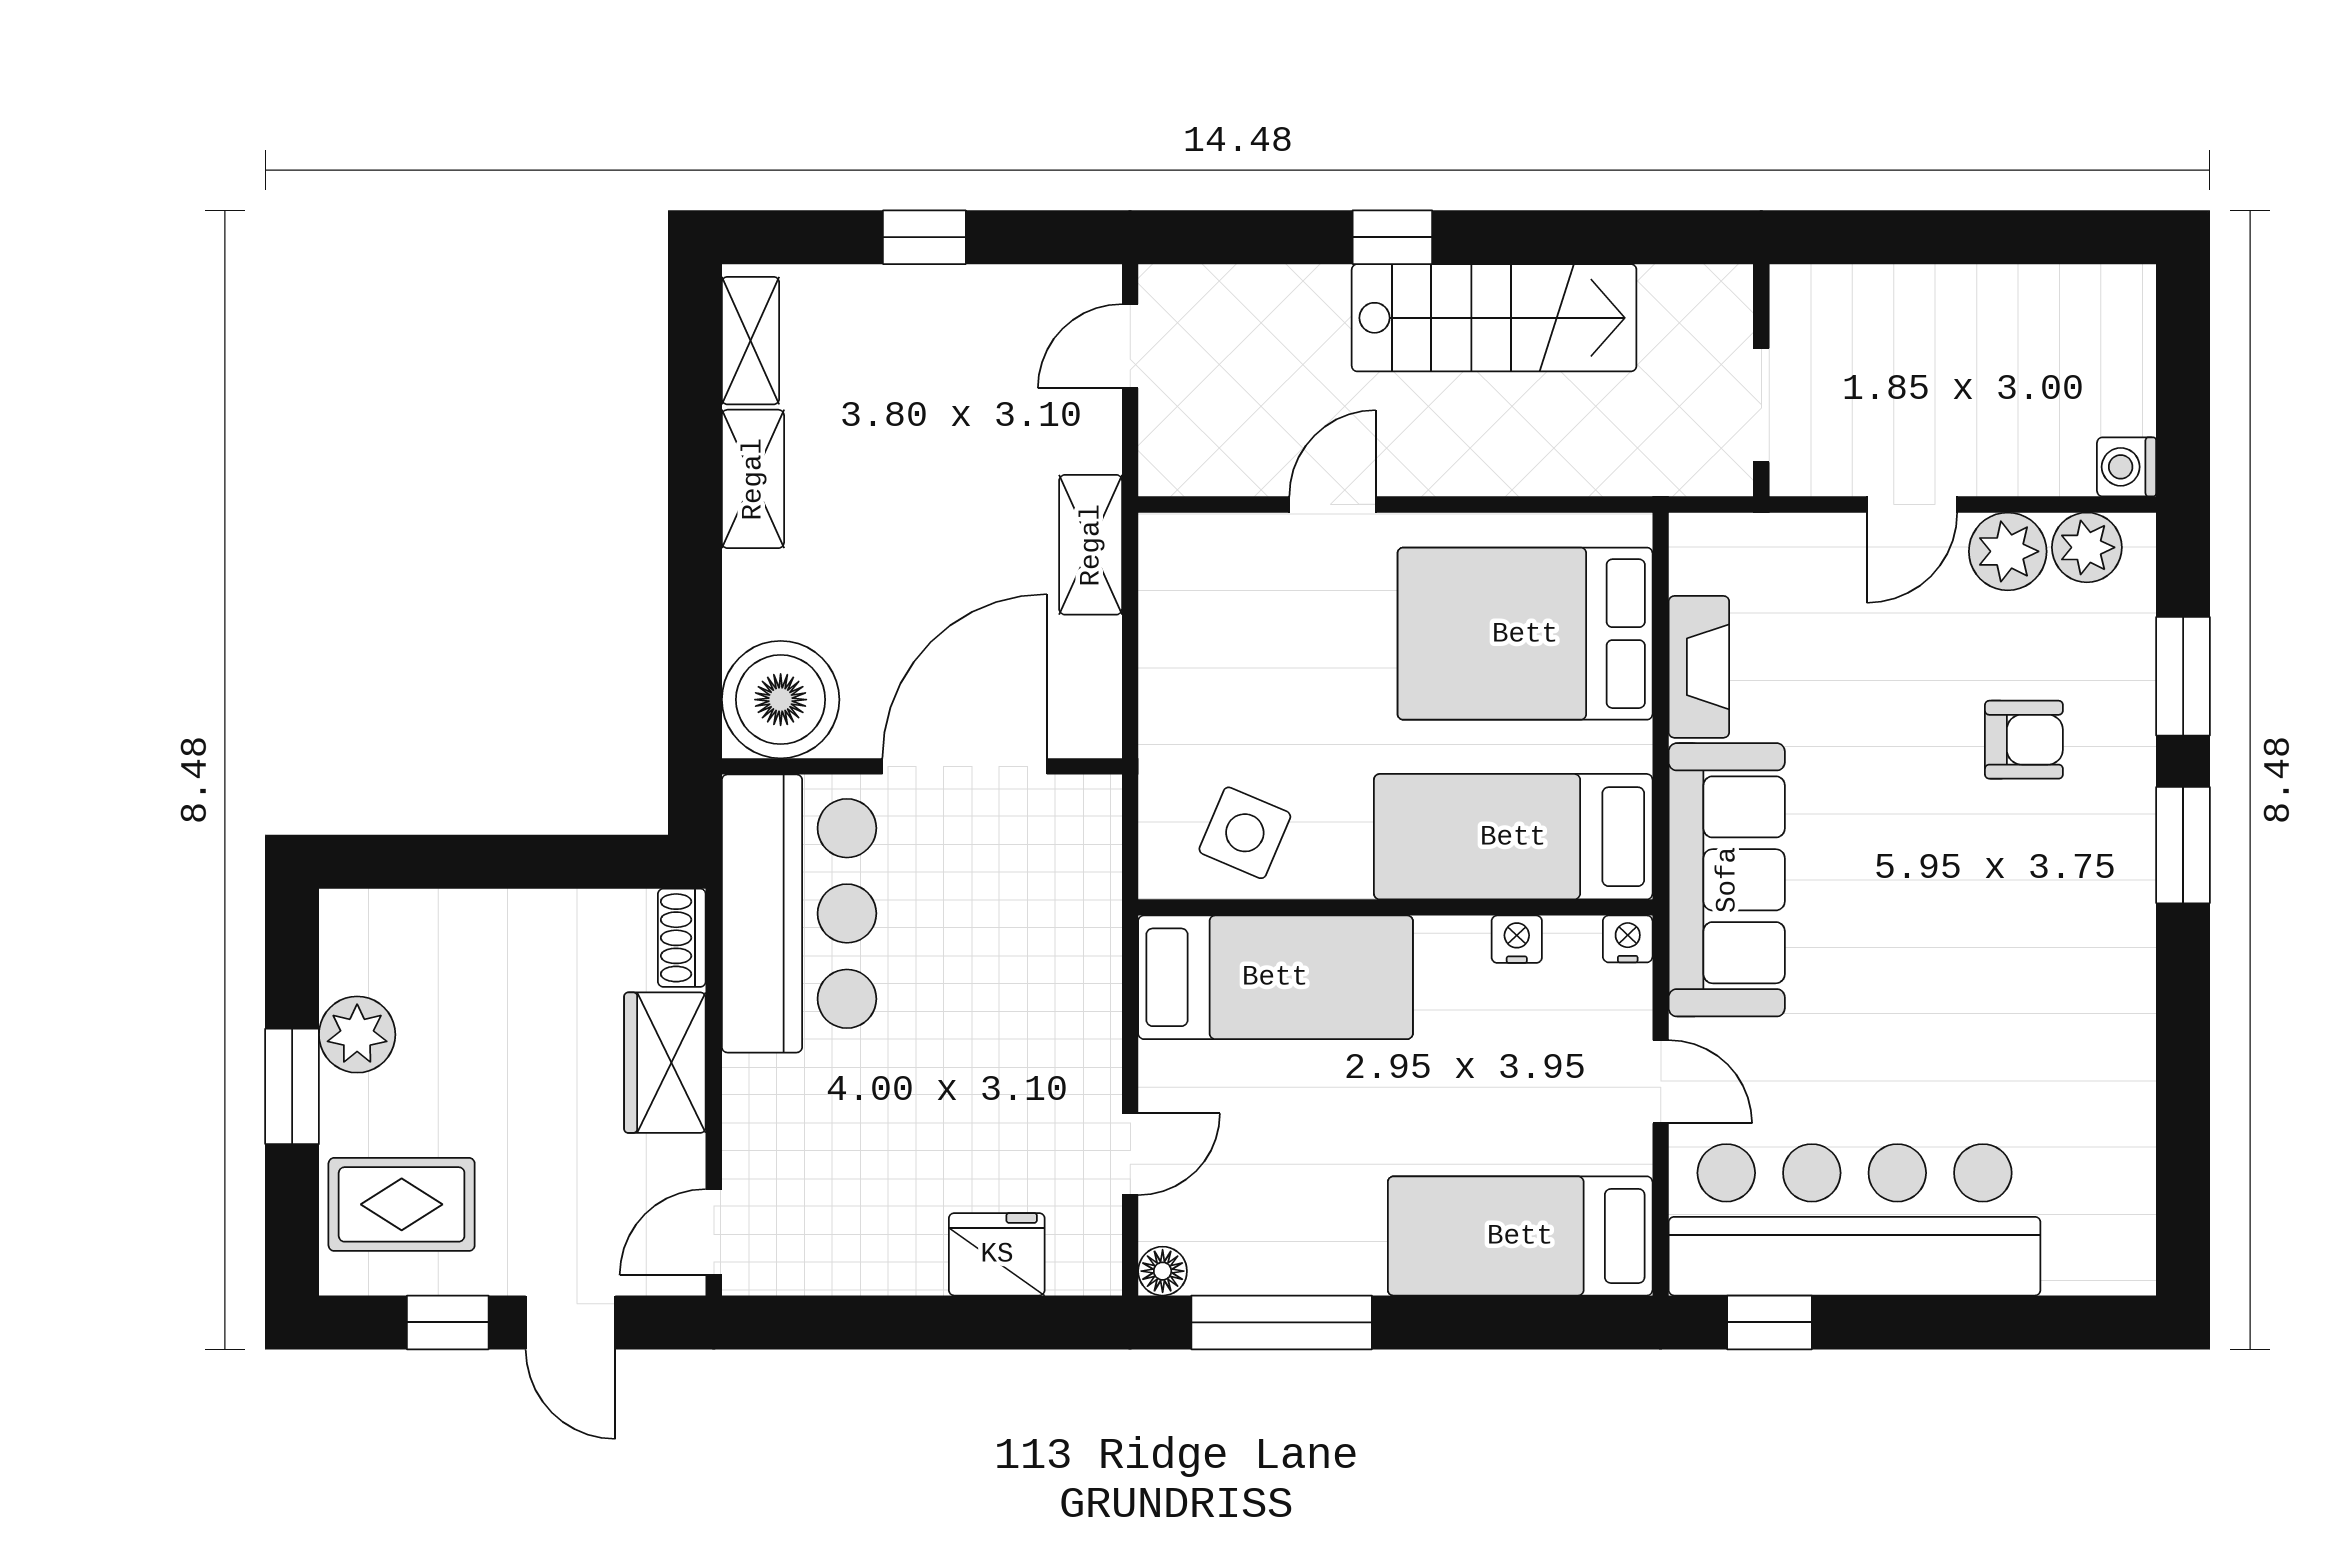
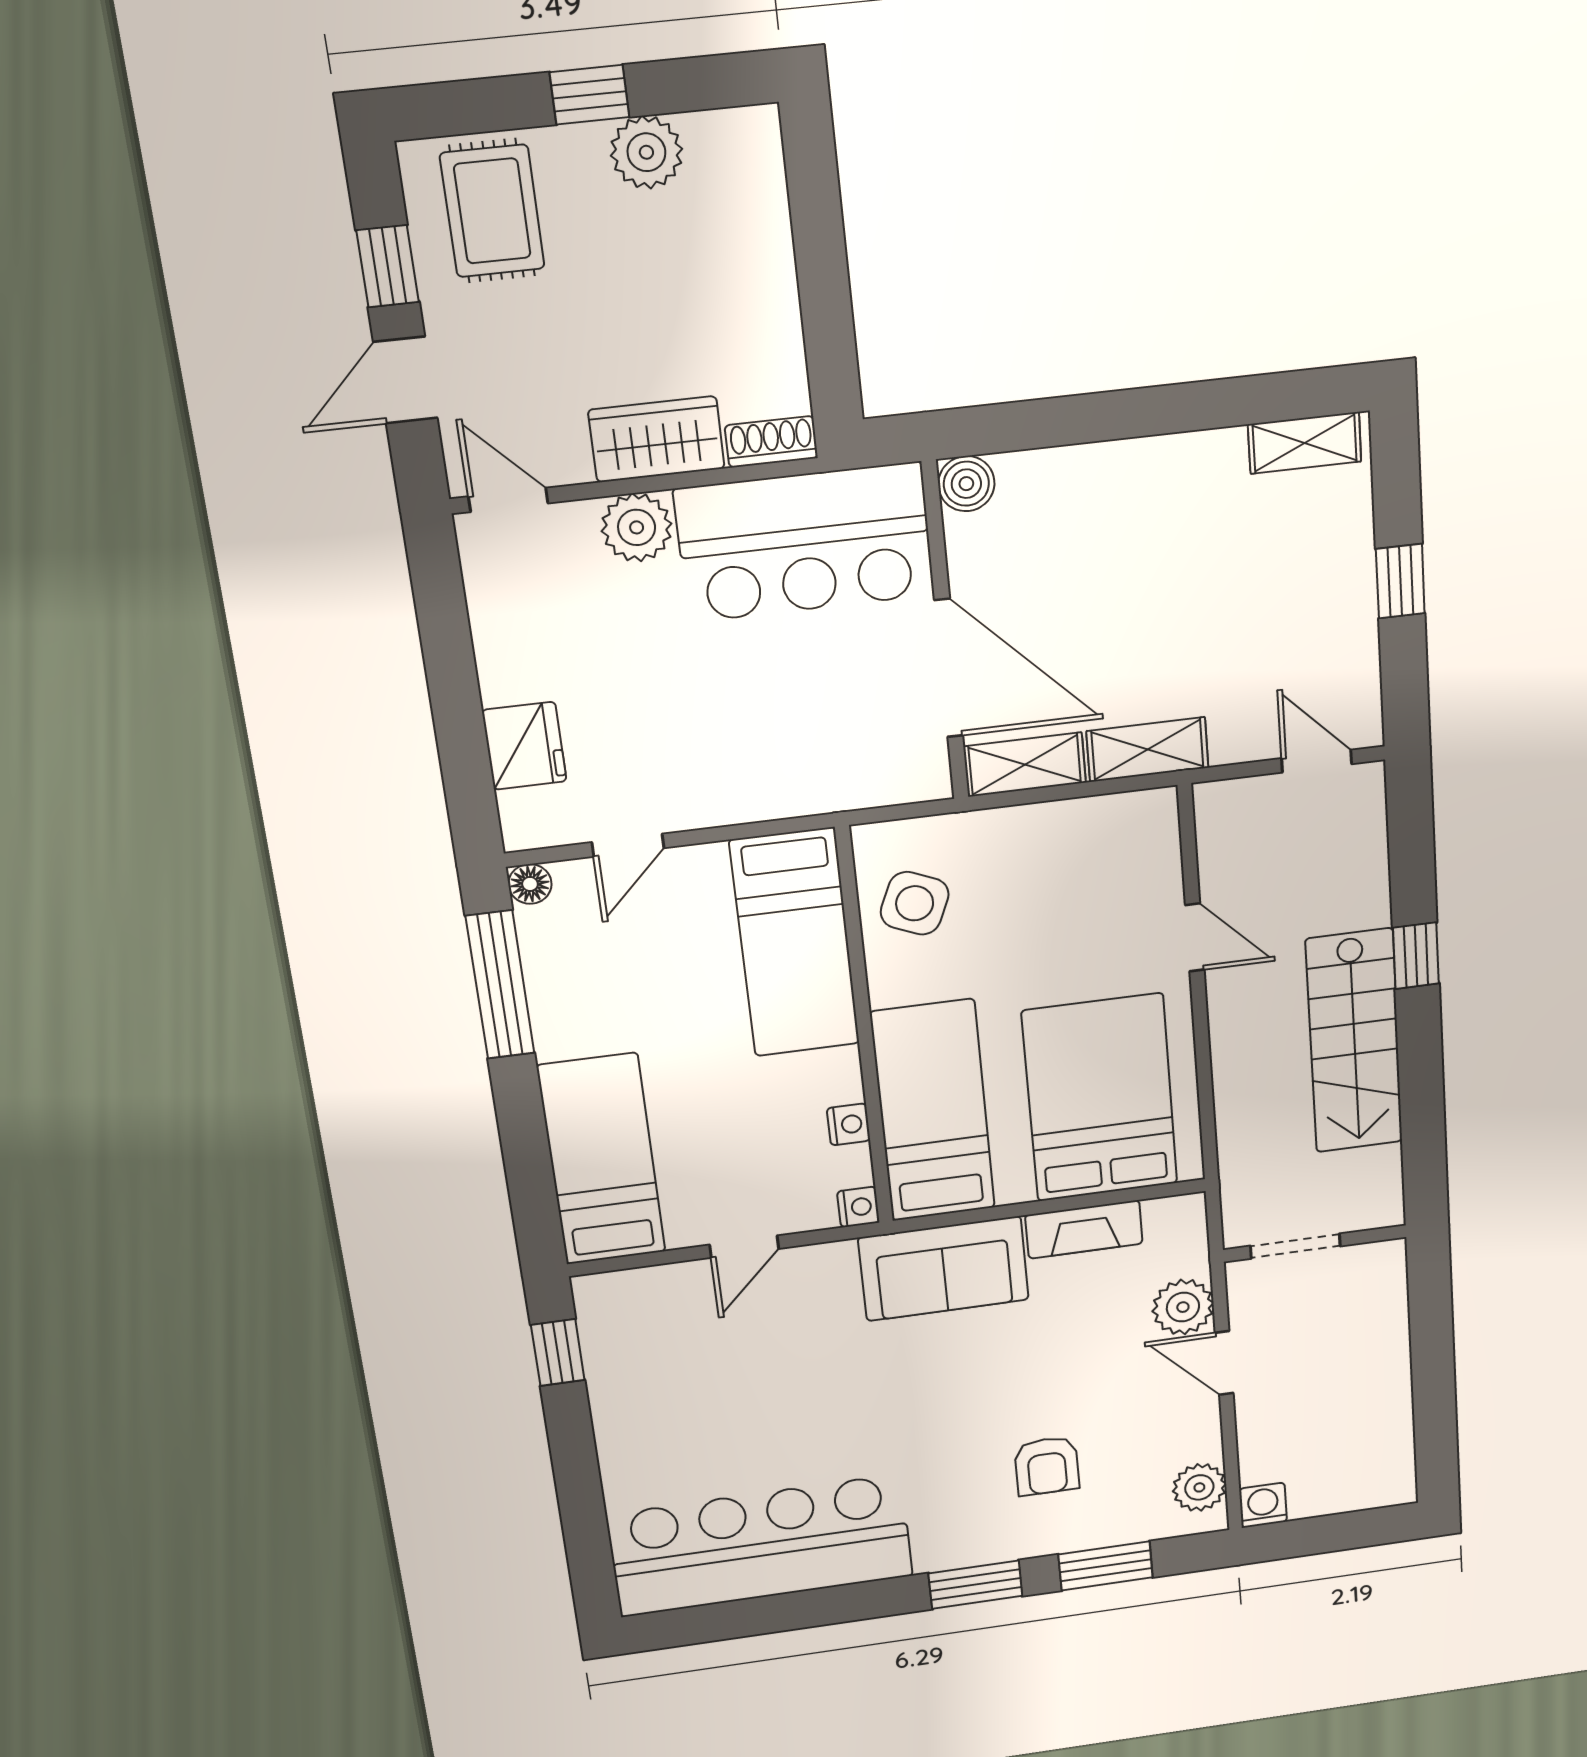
shelving: (753, 479) -> (1025, 765), moved
plant: (2008, 551) -> (1183, 1307), moved
boiler: (781, 700) -> (966, 484), width x0.54, depth x0.54
sofa: (1727, 880) -> (944, 1269), width x0.73
window: (292, 1086) -> (589, 95), width x0.67
plant: (761, 1097) -> (637, 527), added
door: (1130, 1154) -> (628, 845), hinge flipped
bar counter: (1855, 1220) -> (761, 1546), moved, turned -90

